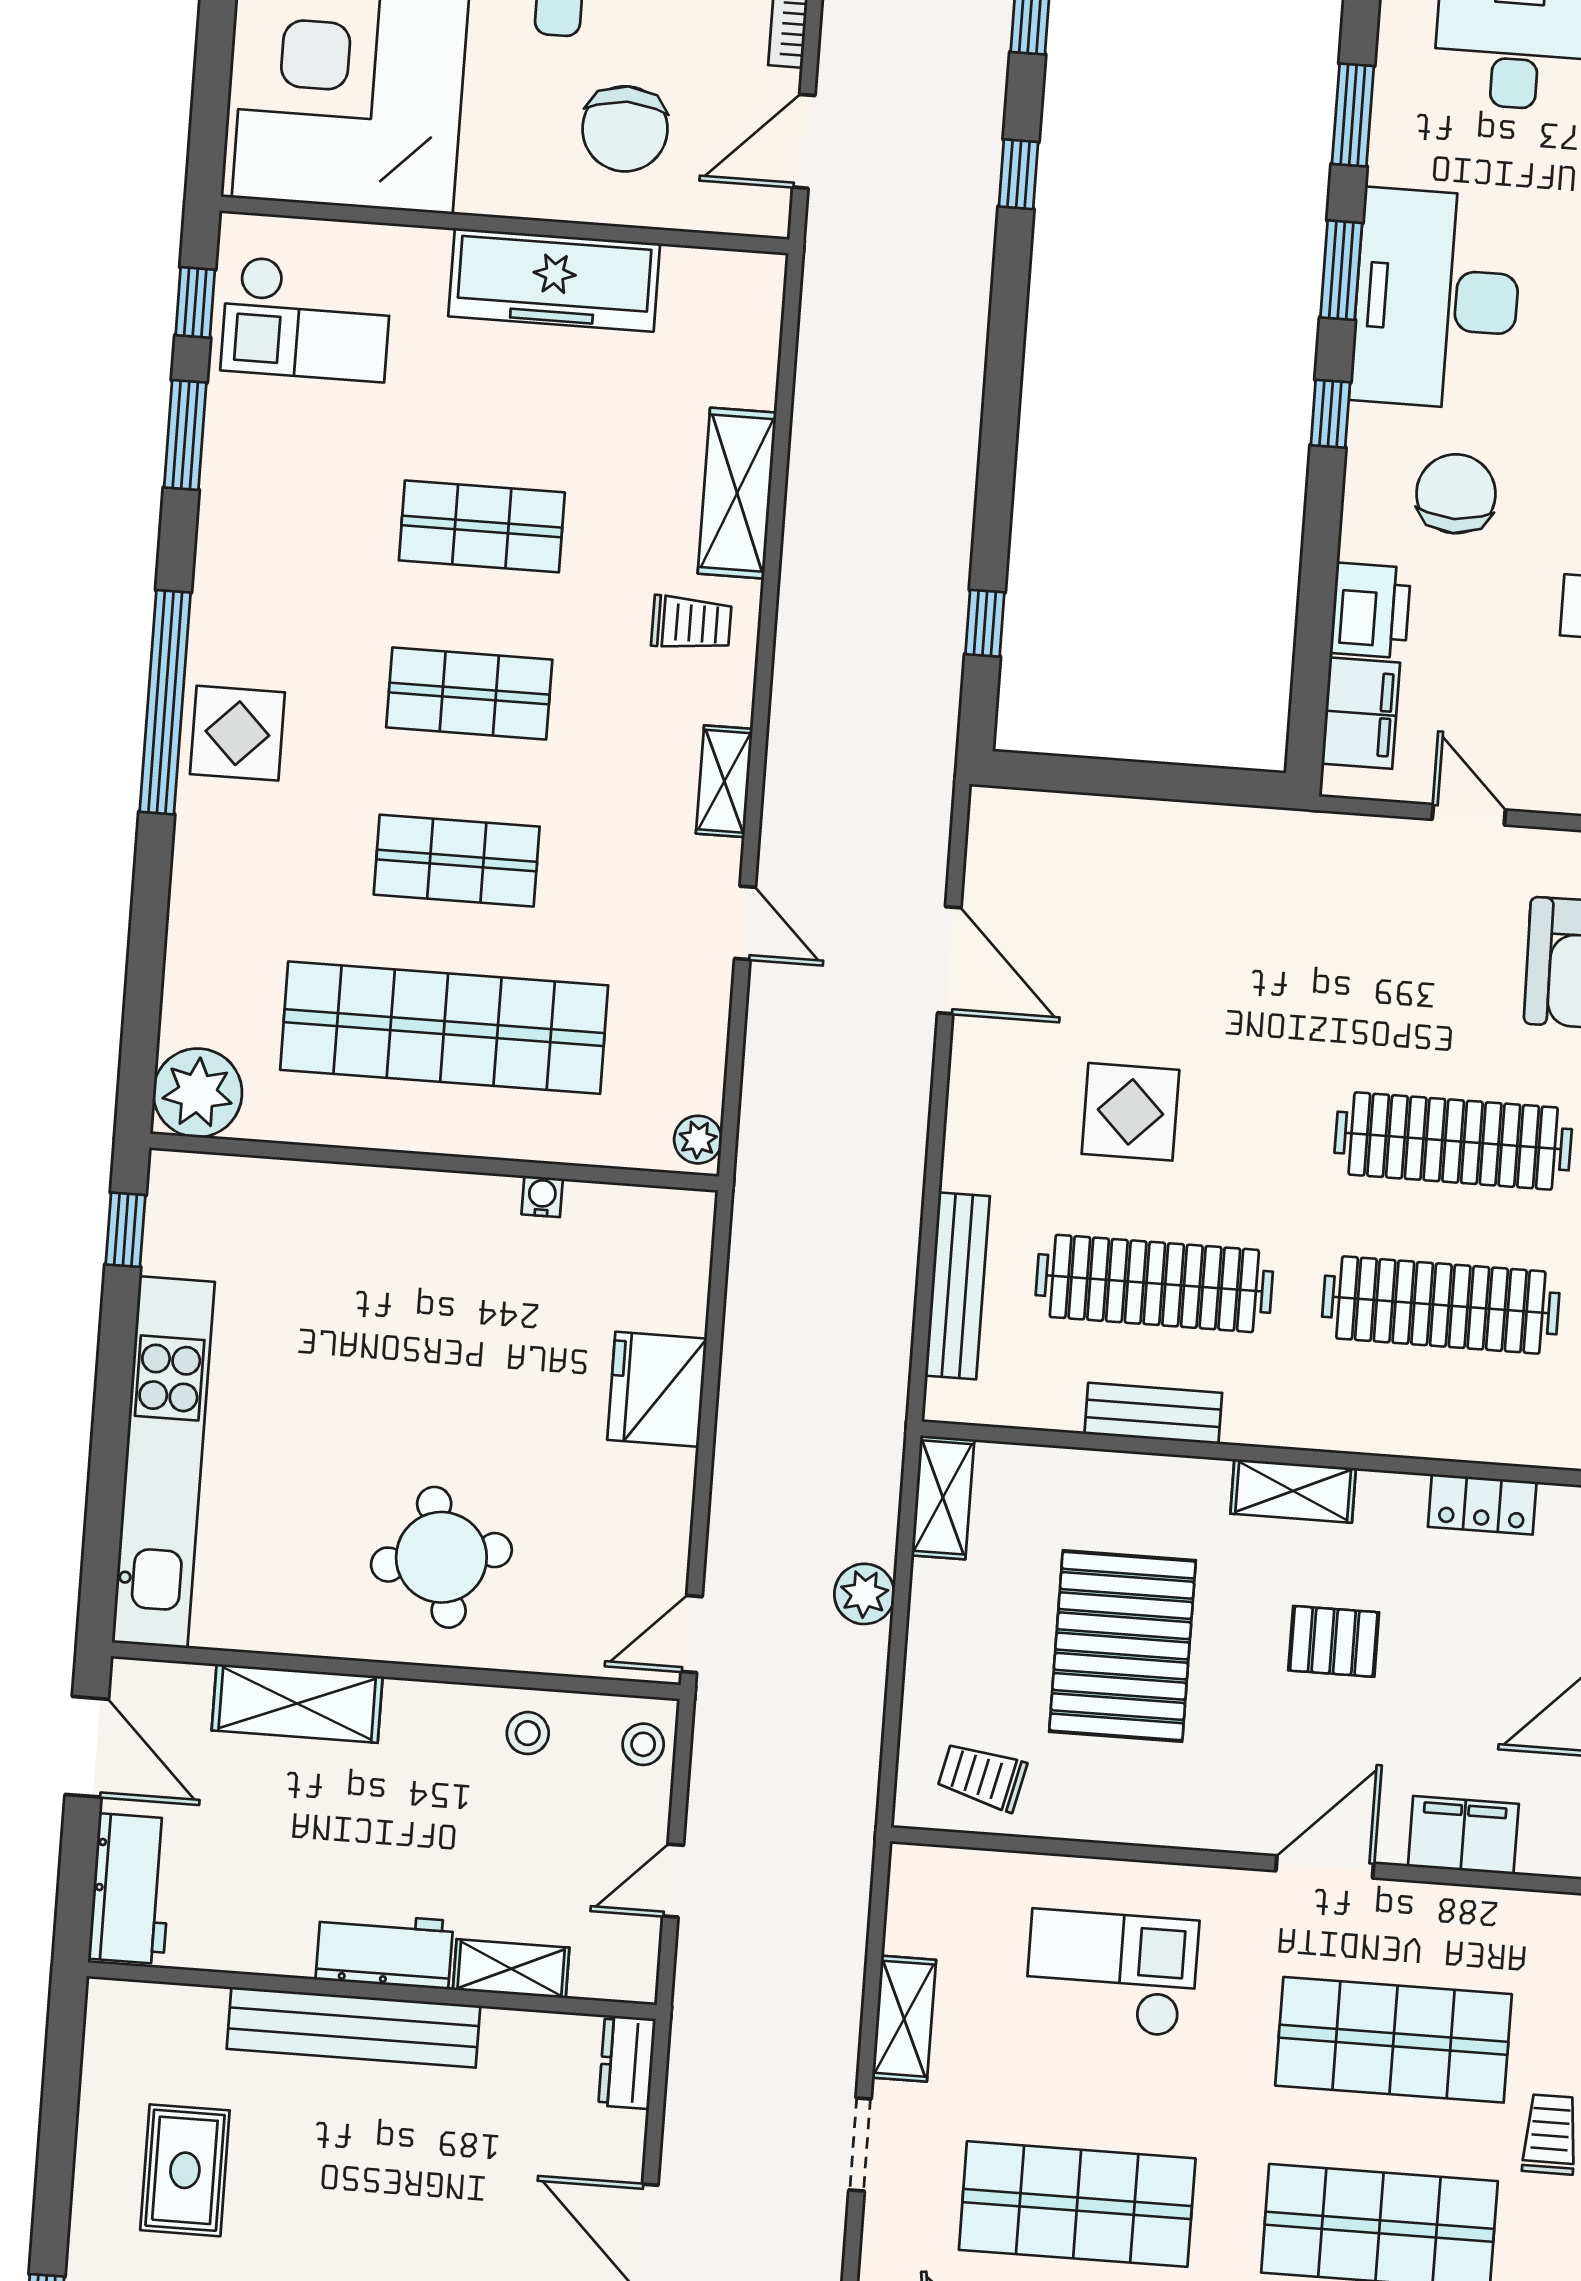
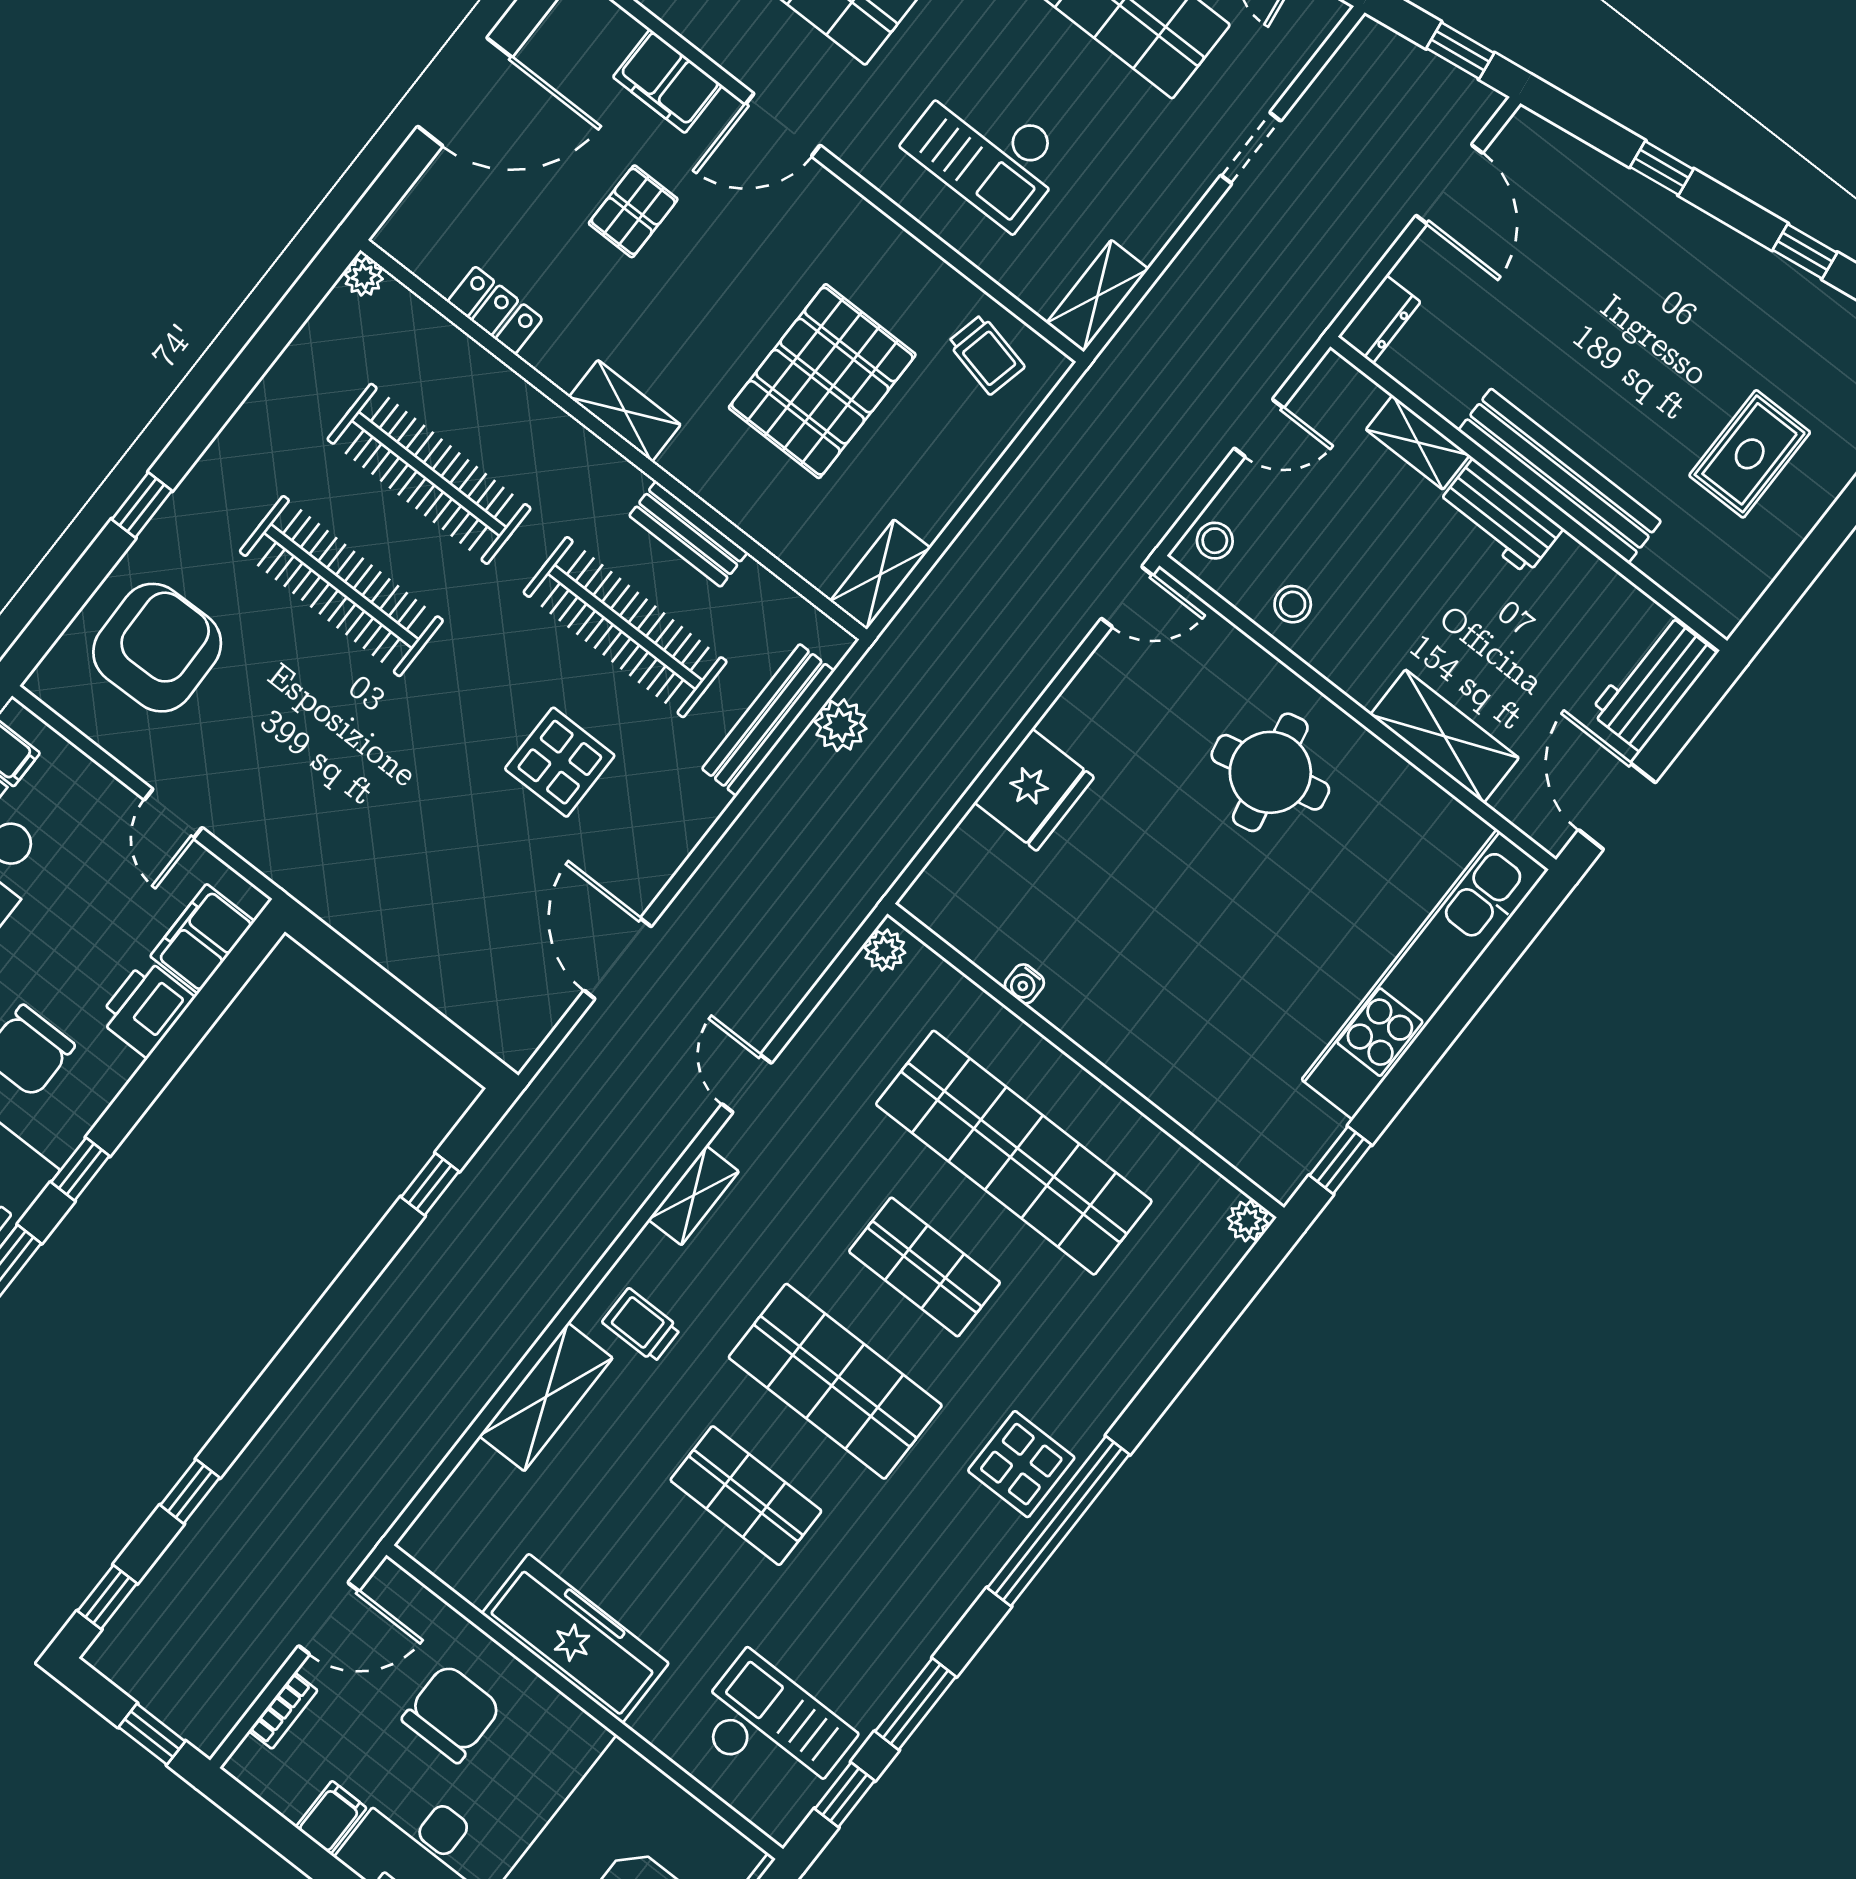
shop shelf: (469, 694) -> (835, 1381), width x1.43, depth x1.36
plant: (198, 1093) -> (1248, 1221), width x0.53, depth x0.53
plant: (864, 1594) -> (841, 725), moved
pallet: (1334, 1641) -> (633, 211), moved, turned 90
shelving: (904, 2019) -> (1097, 296), moved

